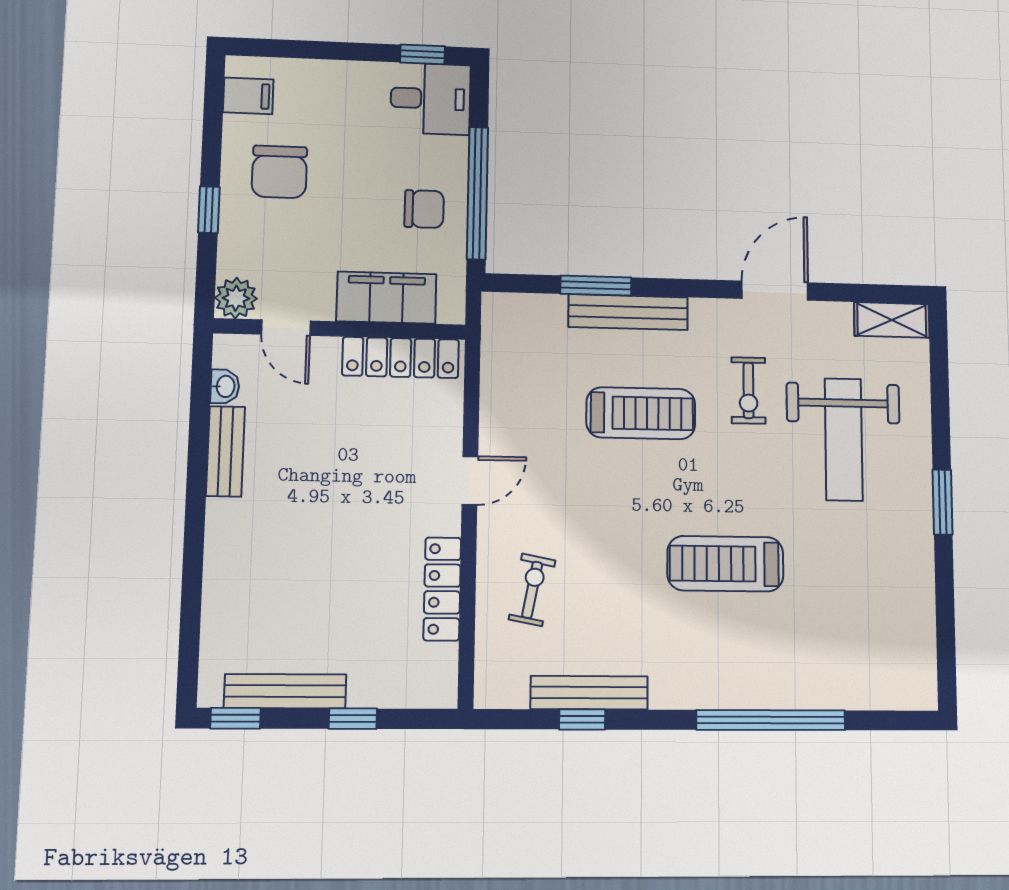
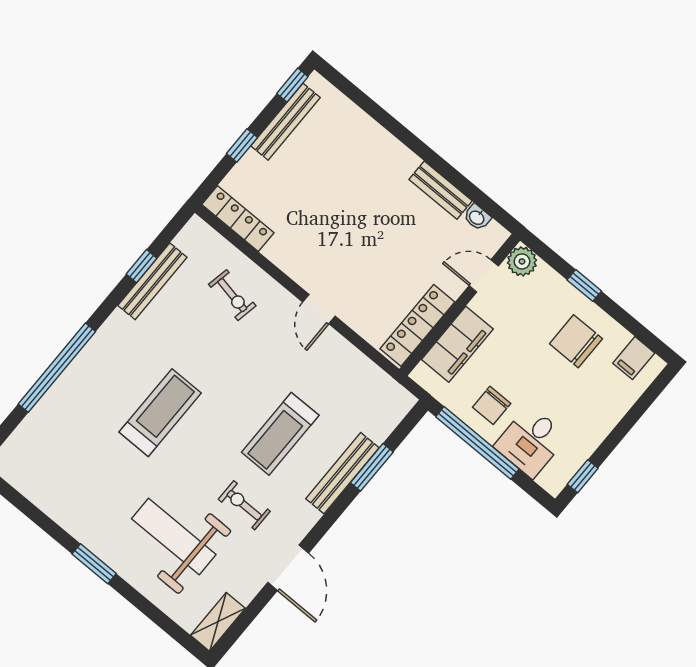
desk: (431, 99) -> (531, 442), moved
locker: (442, 589) -> (238, 219), moved

